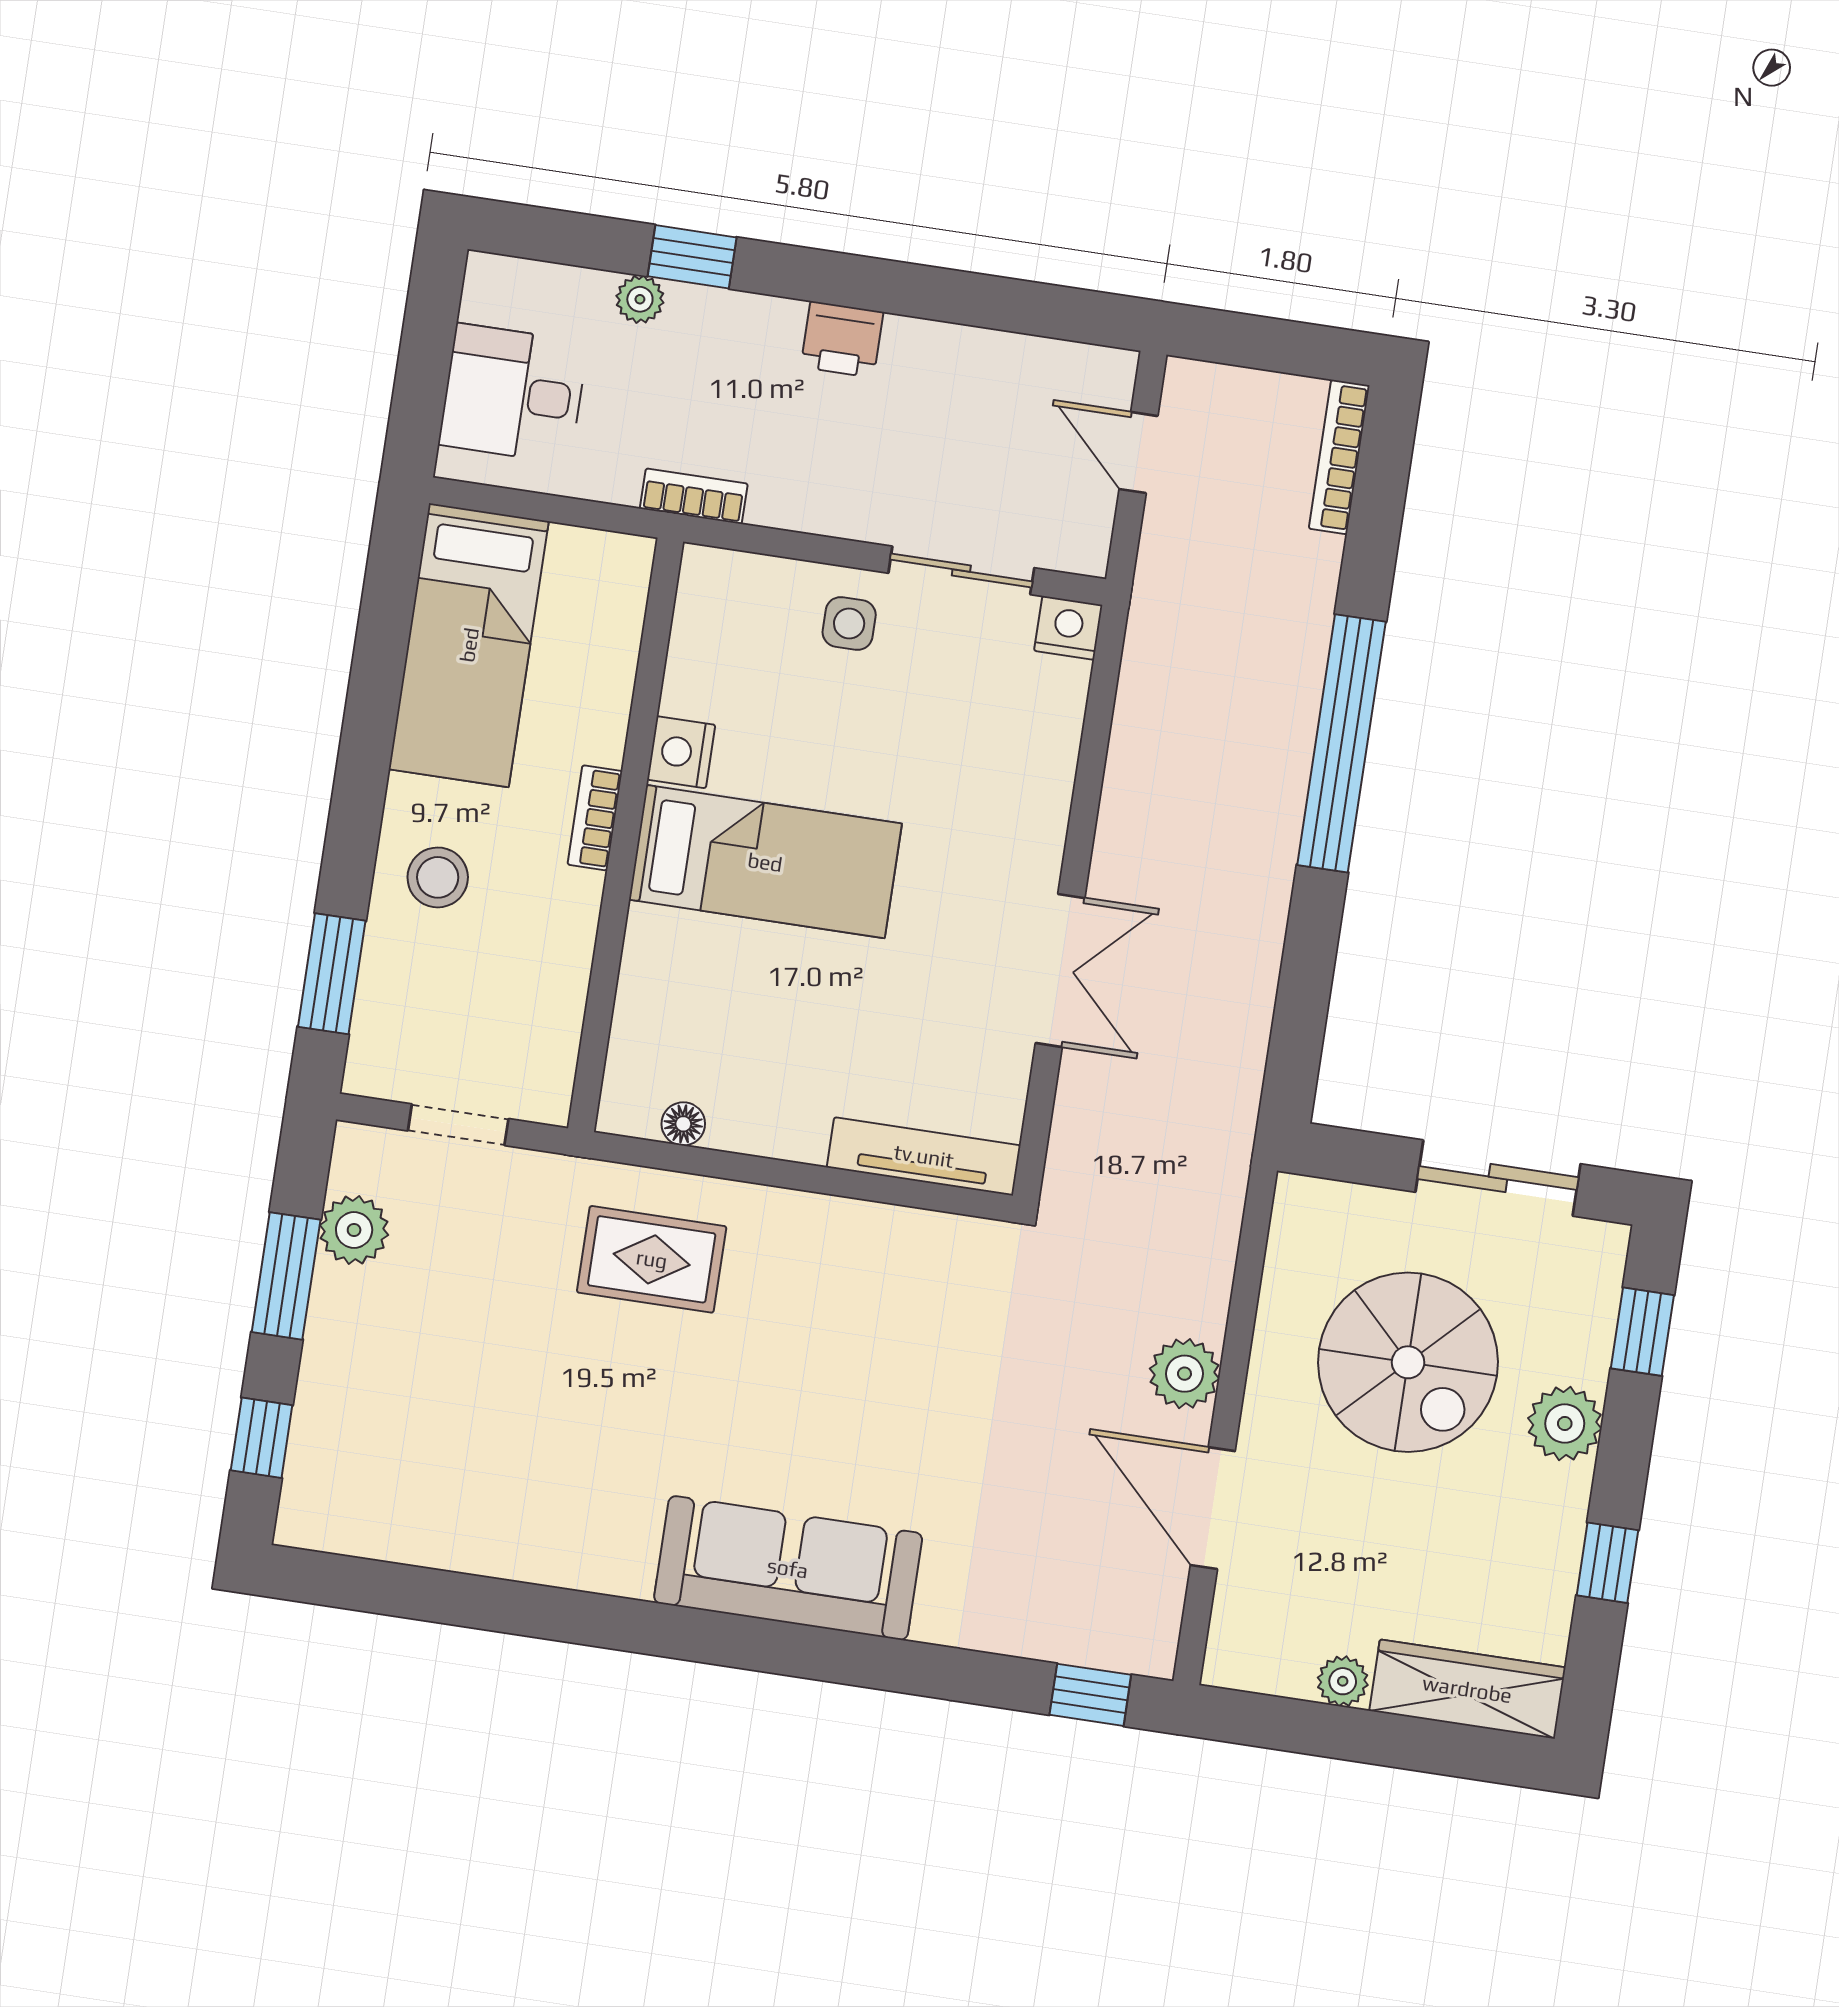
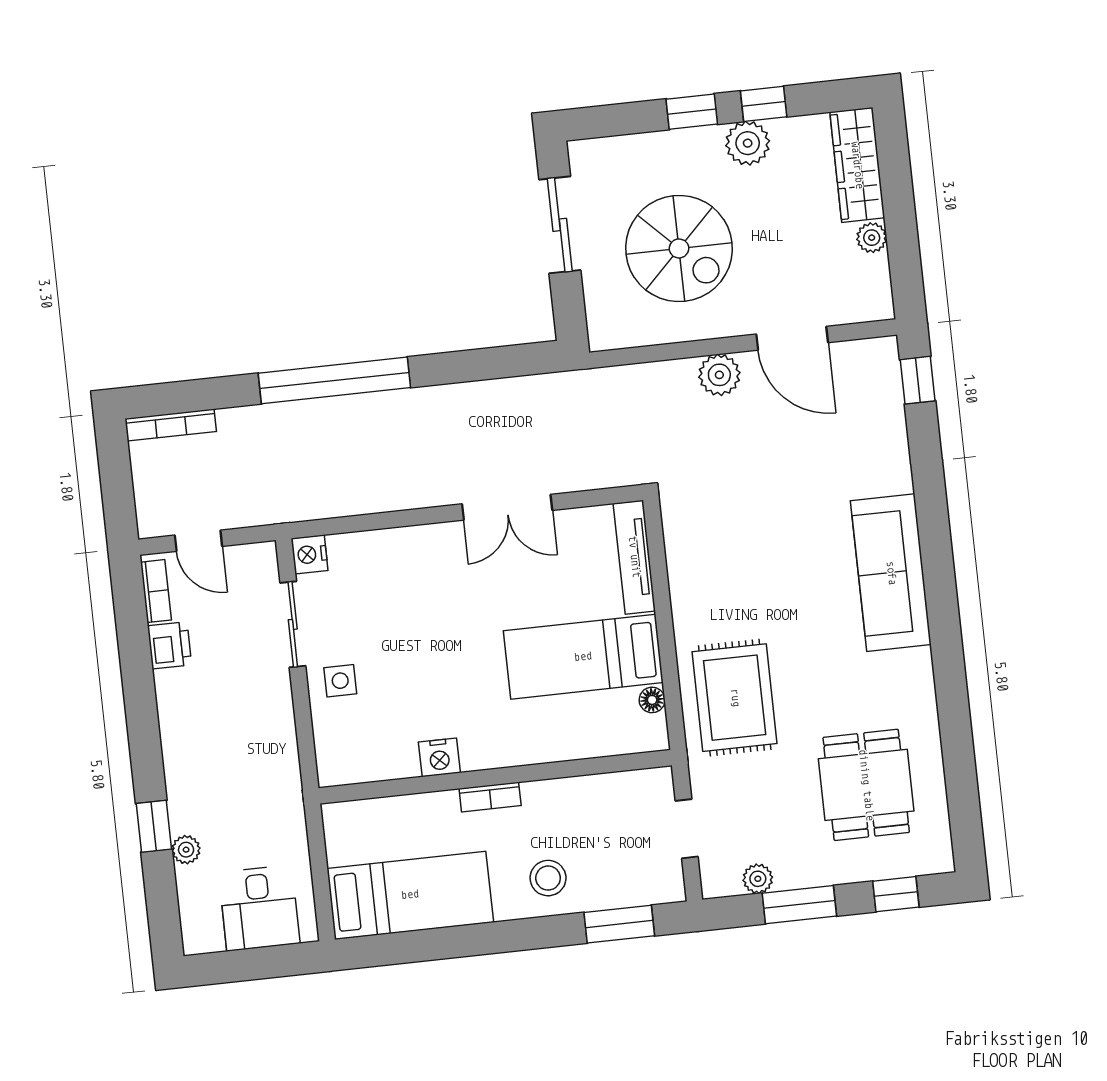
printer: (842, 339) -> (169, 645), moved
door: (1138, 453) -> (198, 541), hinge flipped
bookcase: (694, 496) -> (156, 591), moved, turned 180
bed: (765, 862) -> (583, 657), moved, turned -90
double door: (1060, 970) -> (507, 507), swing flipped
plant: (354, 1230) -> (758, 879), width x0.73, depth x0.73
rug: (652, 1259) -> (735, 698), width x1.36, depth x1.43
window: (1642, 1332) -> (692, 112), moved
spiral stairs: (1408, 1362) -> (679, 248), turned 90
plant: (1565, 1423) -> (748, 143), moved
dining table: (453, 1436) -> (866, 785), added
door: (1213, 1508) -> (792, 338), hinge flipped

